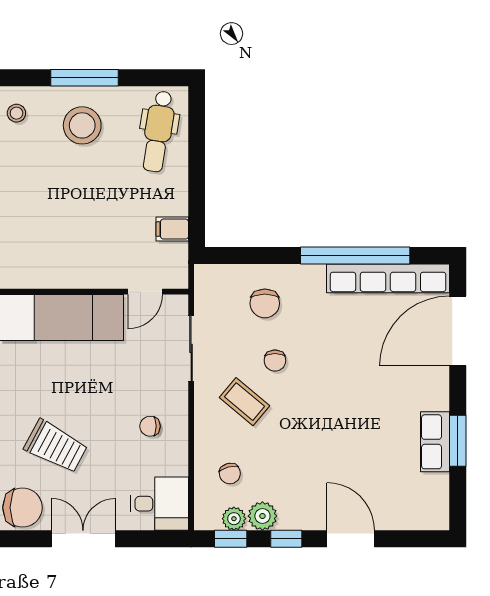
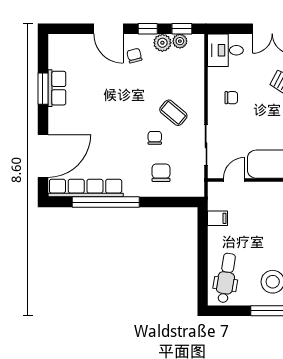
chair: (230, 474) -> (134, 56), moved

